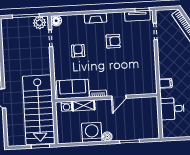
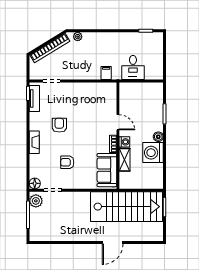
washing machine: (66, 106) -> (124, 142), moved

